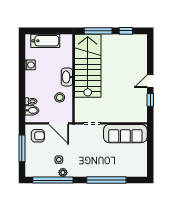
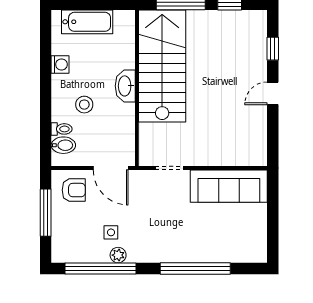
stool: (60, 97) -> (84, 105), moved
window: (150, 100) -> (273, 49), moved

